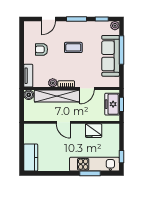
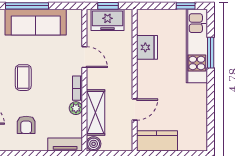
shelving: (57, 96) -> (95, 113), width x0.68
door: (63, 122) -> (135, 110), moved
kitchen counter: (31, 157) -> (157, 141), moved

